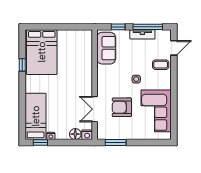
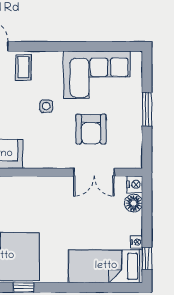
window: (116, 142) -> (147, 109), moved

